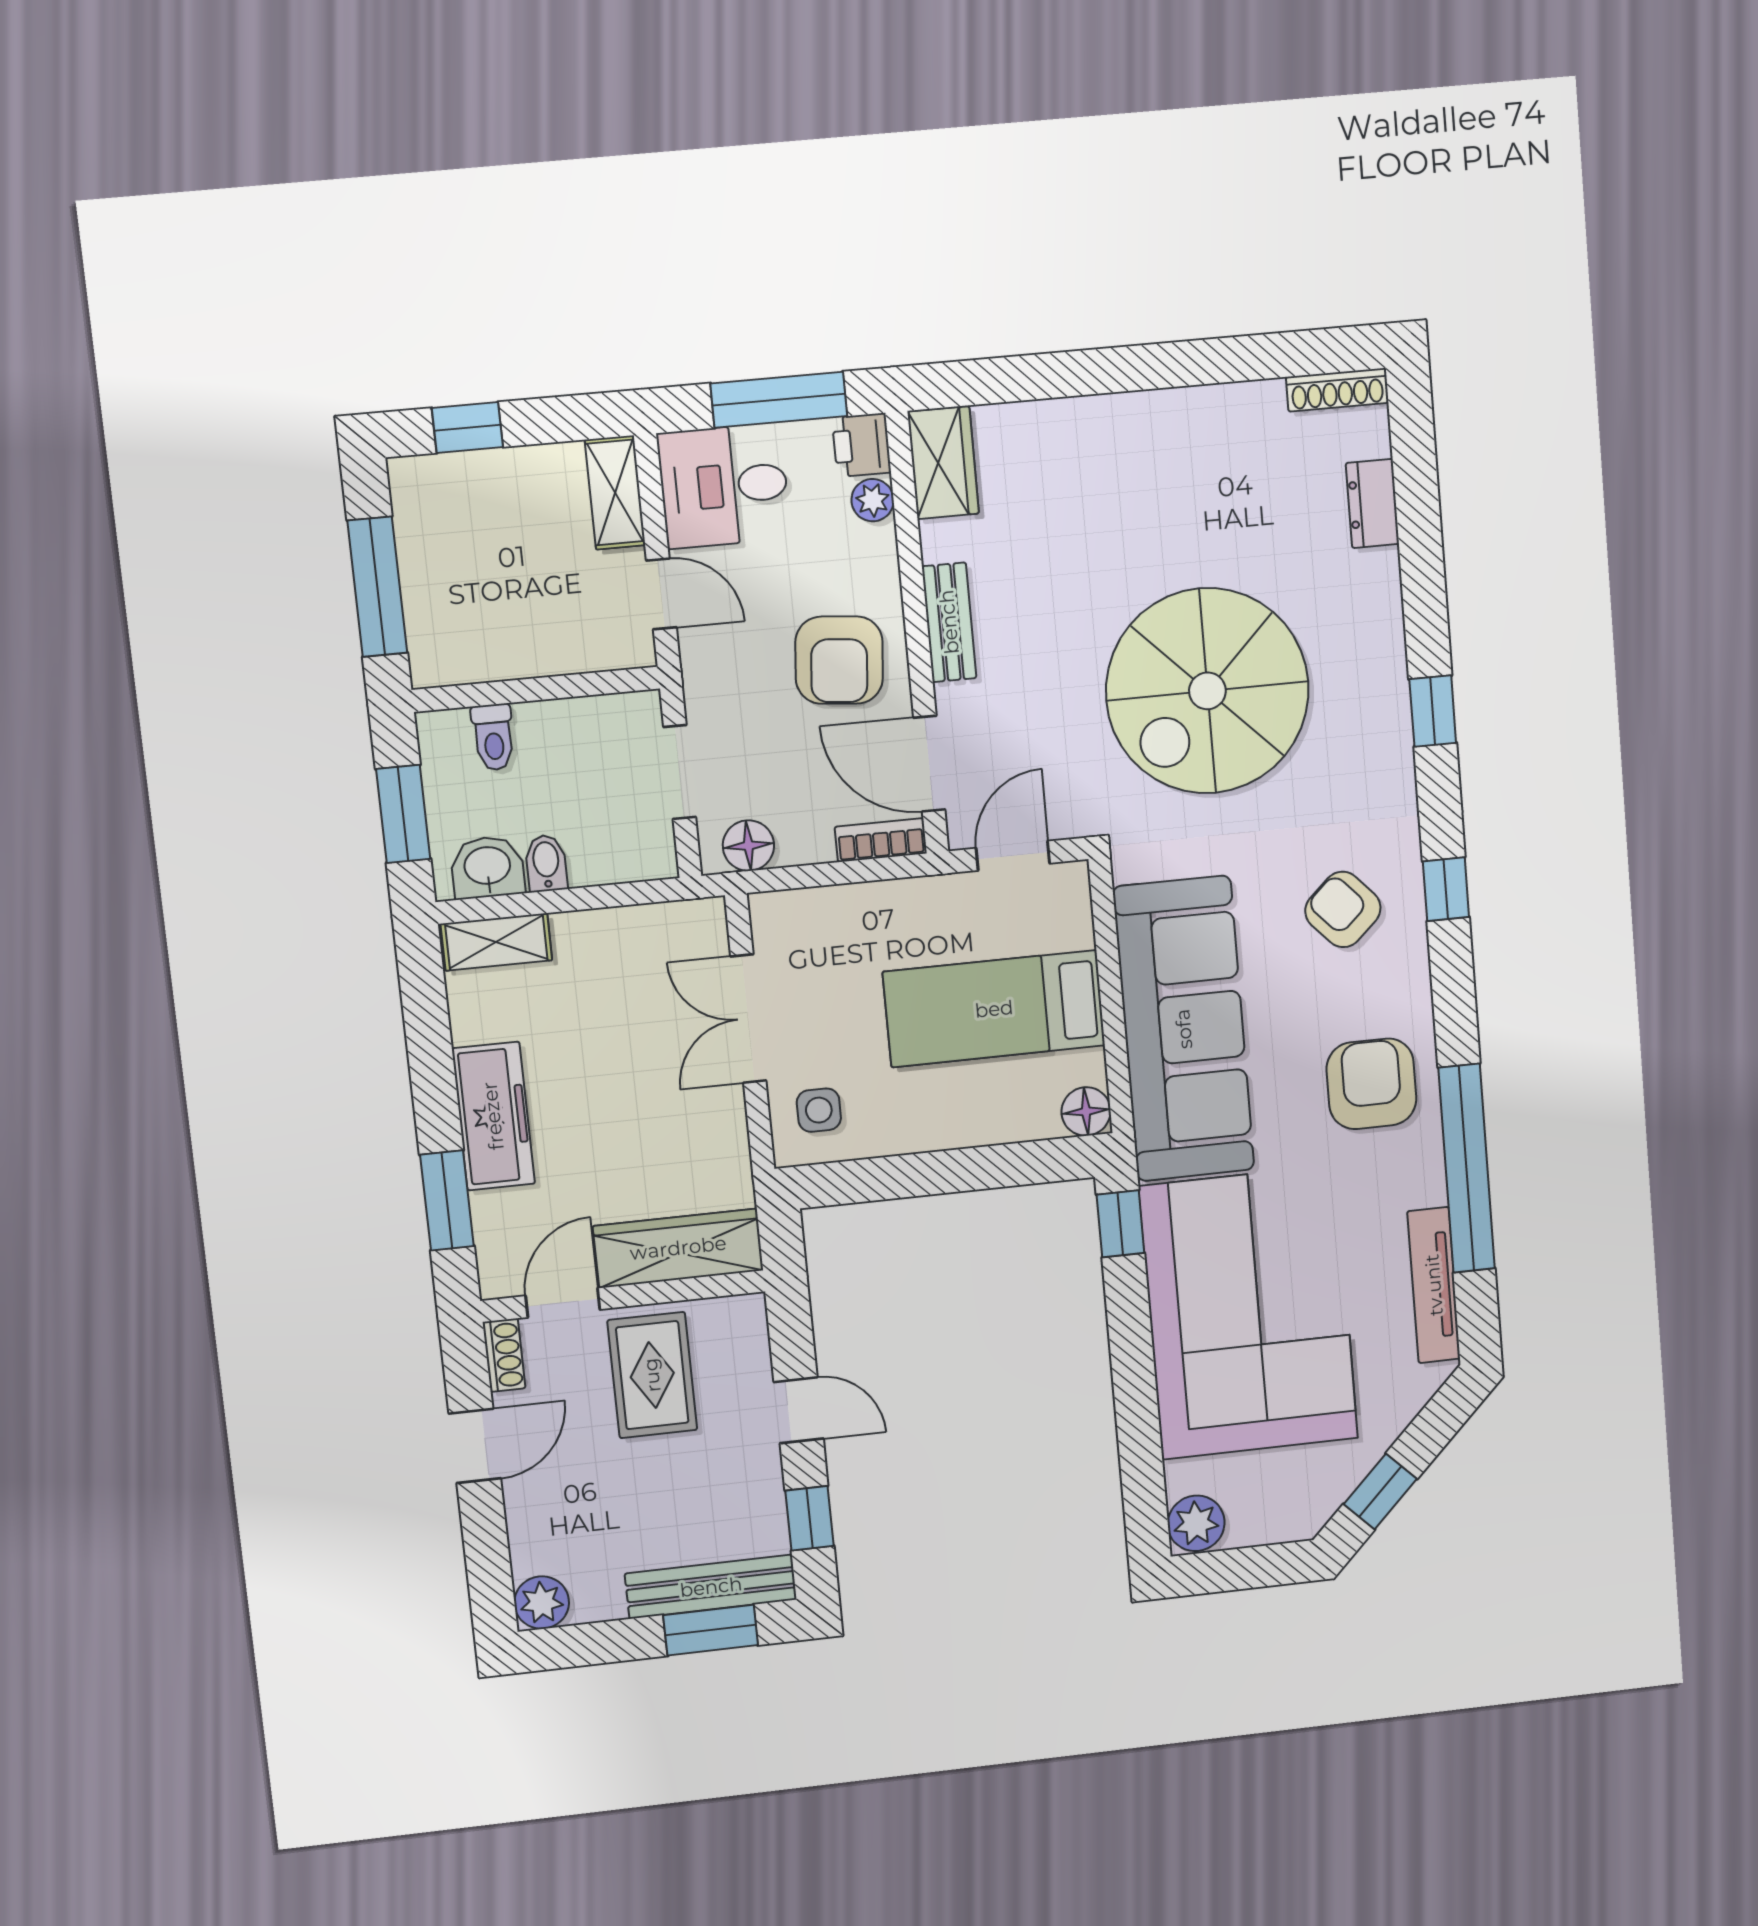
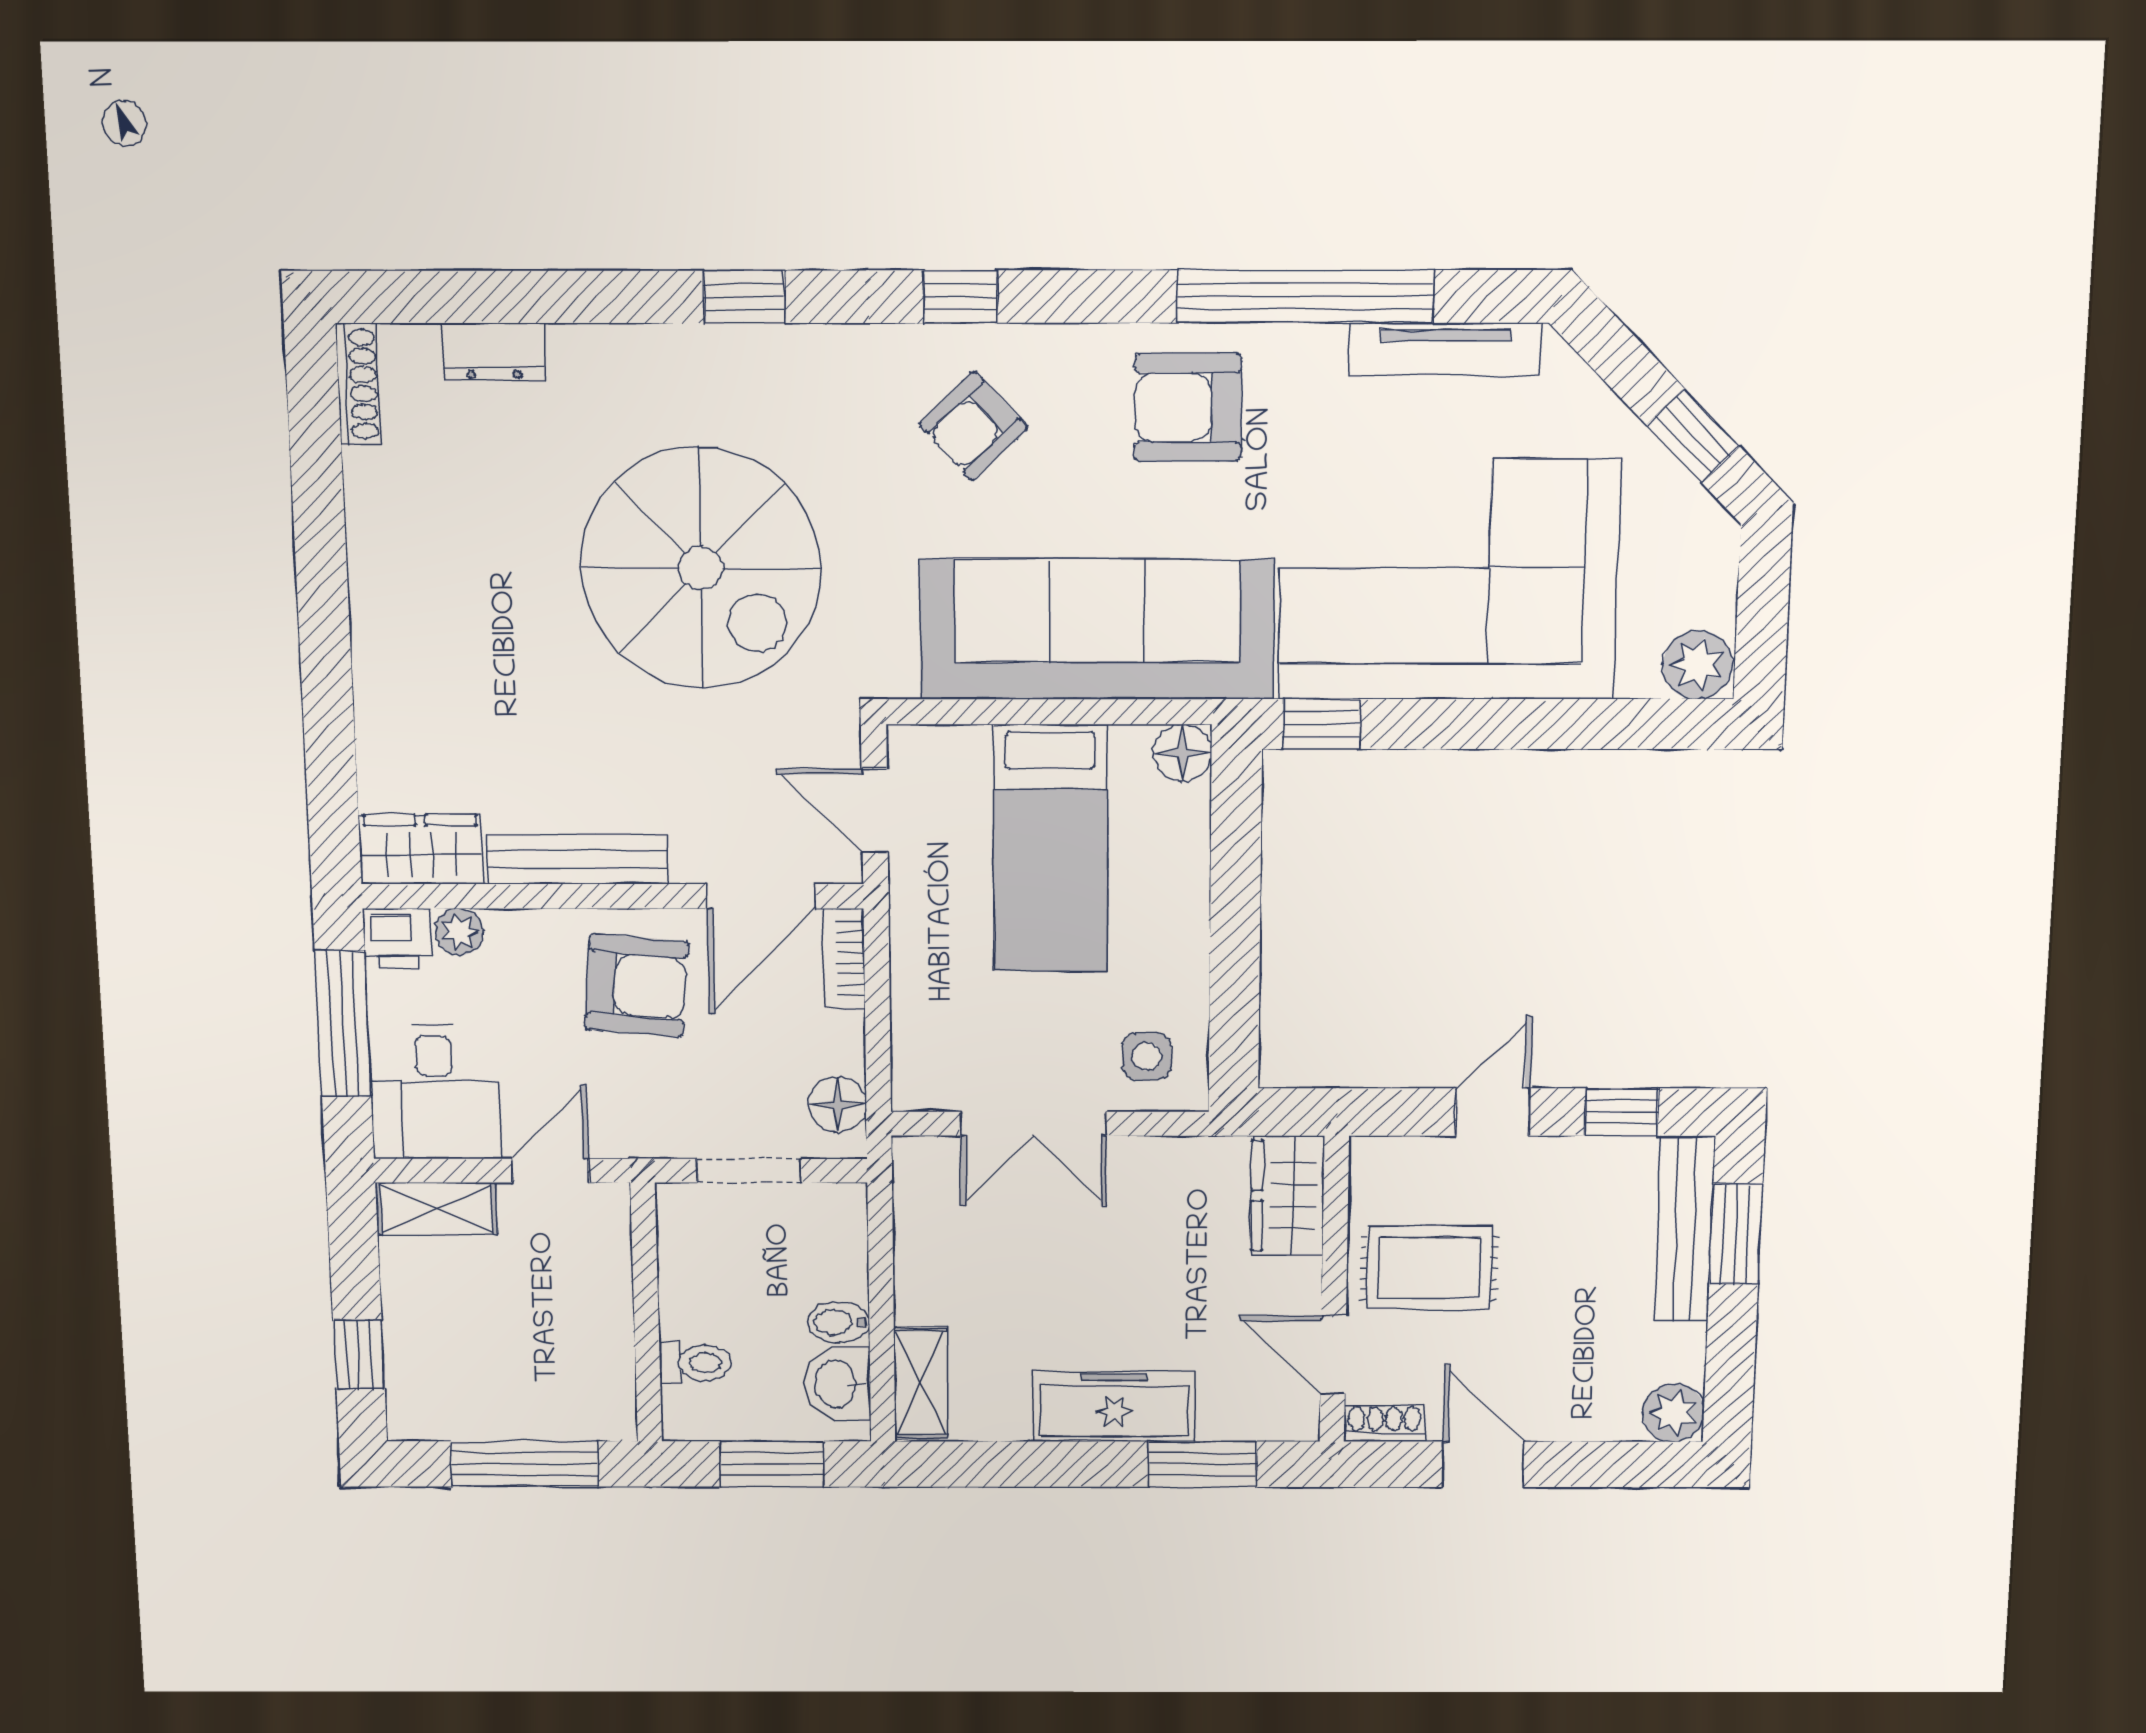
bench: (949, 622) -> (578, 859), width x1.36
wardrobe: (678, 1248) -> (1287, 1196), width x0.67

